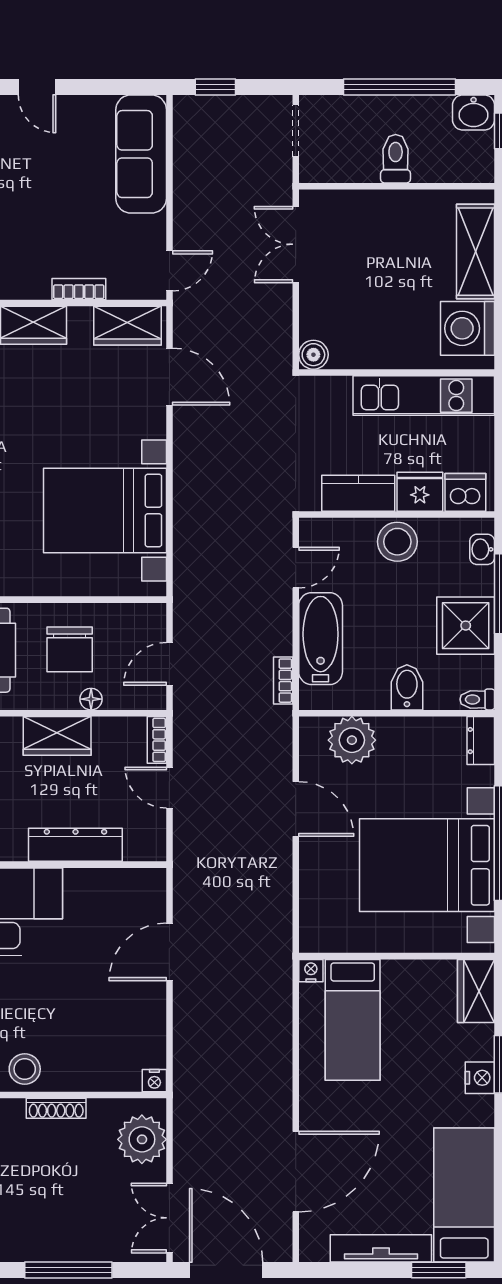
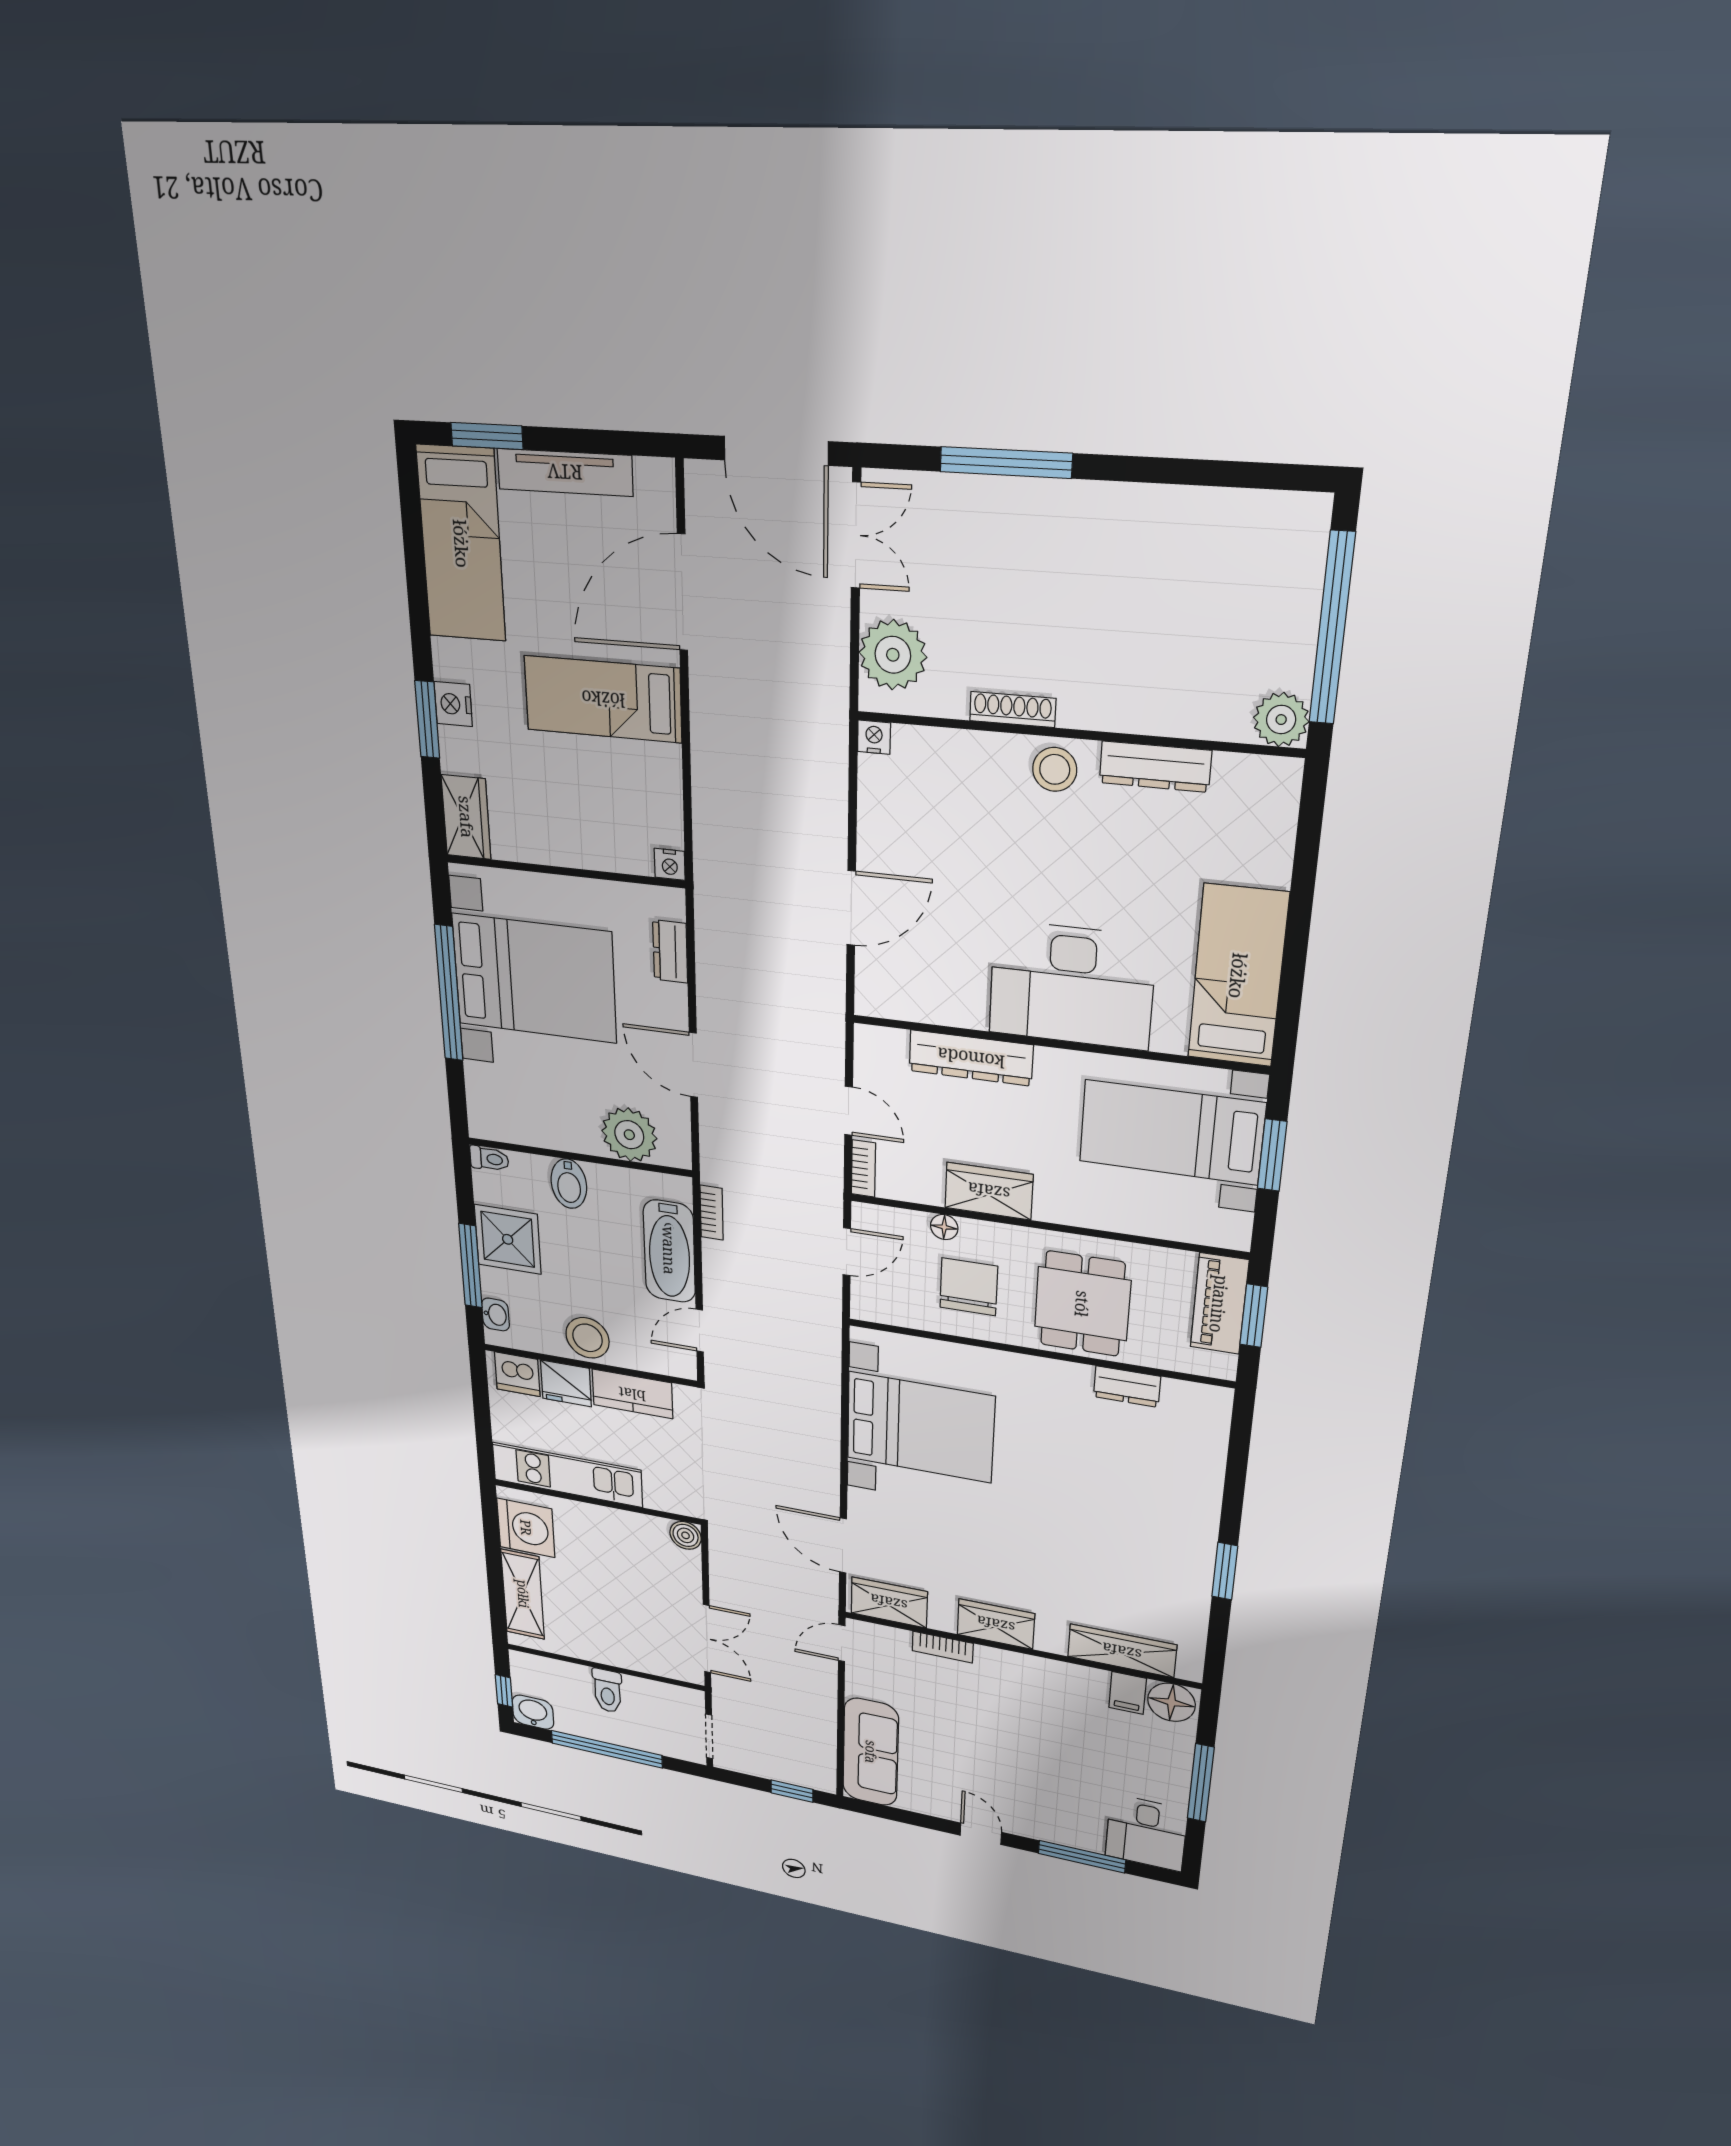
dresser: (481, 741) -> (670, 951), moved, turned 180
bed: (353, 1020) -> (603, 699), moved, turned -90

